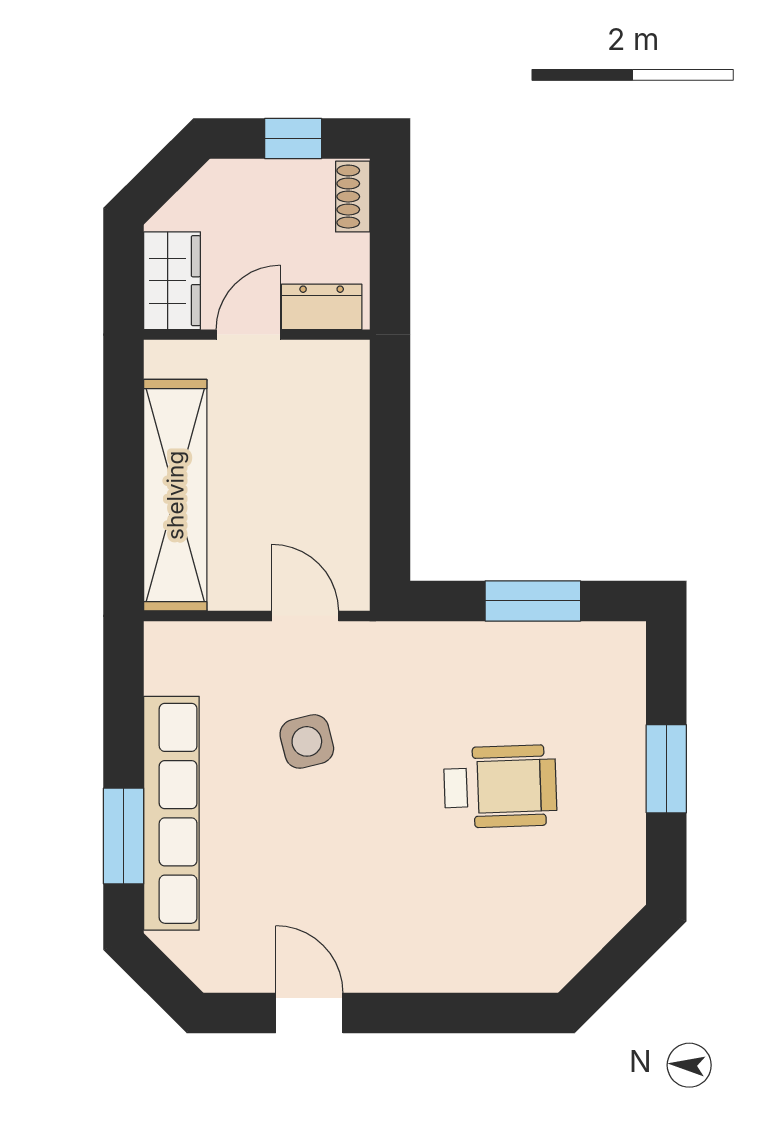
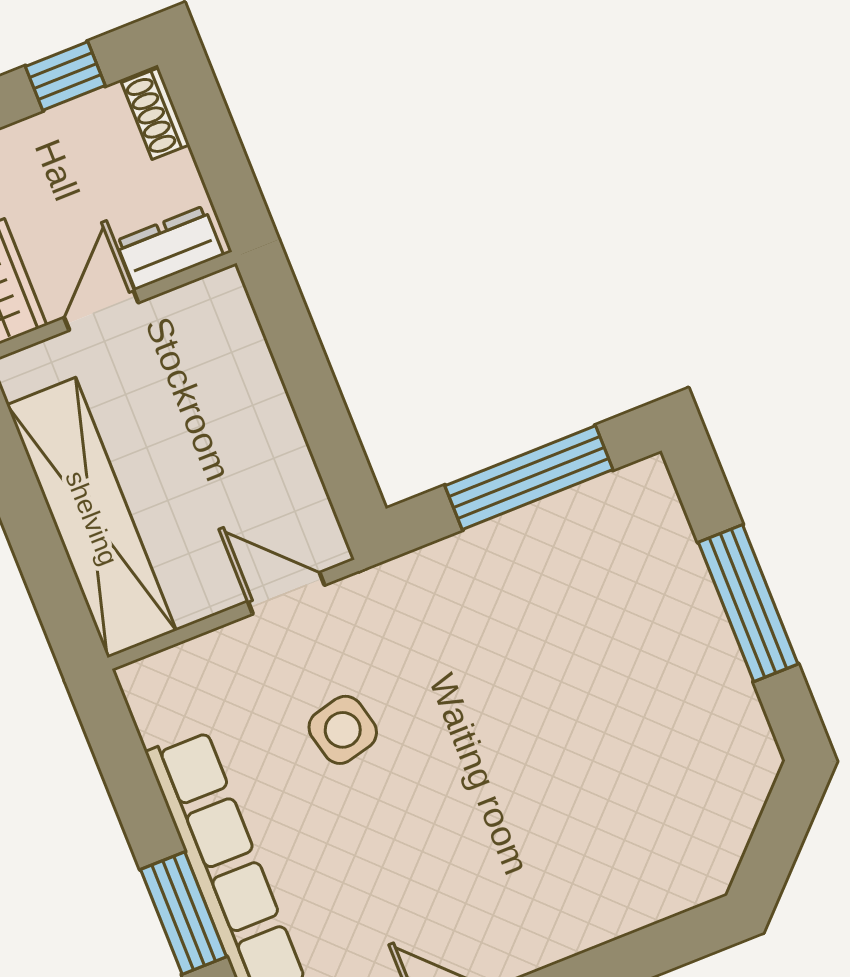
window: (533, 601) -> (529, 478), width x1.44
window: (666, 769) -> (748, 603), width x1.44
wheelchair: (500, 787) -> (574, 695), removed

